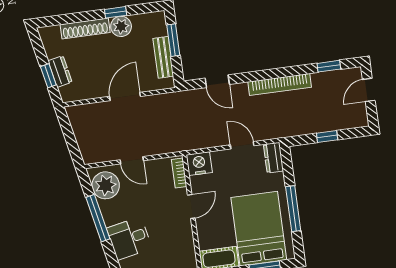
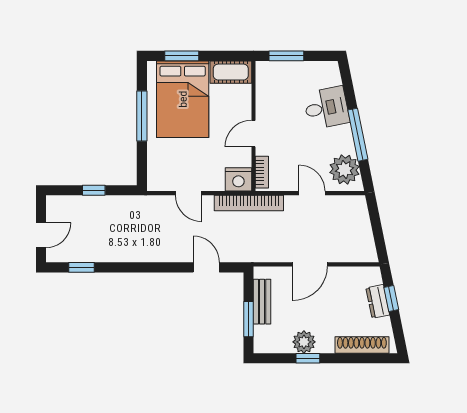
shoe rack: (85, 28) -> (362, 345), moved
bookcase: (280, 84) -> (249, 203), moved, turned 180
dresser: (273, 158) -> (156, 175), removed

